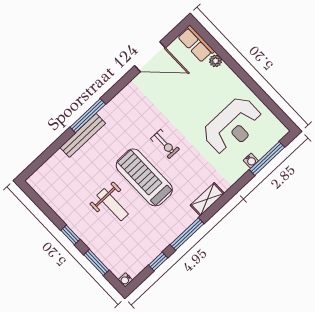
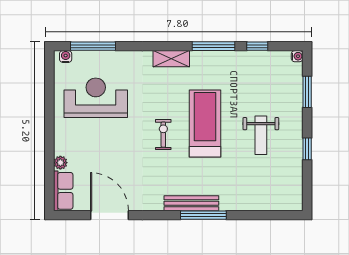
bench: (83, 135) -> (191, 203), moved
water cooler: (251, 161) -> (66, 57), moved
treadmill: (144, 177) -> (205, 123), turned 180
weight bench: (113, 205) -> (261, 135), moved, turned 180
window: (70, 235) -> (307, 149), moved

